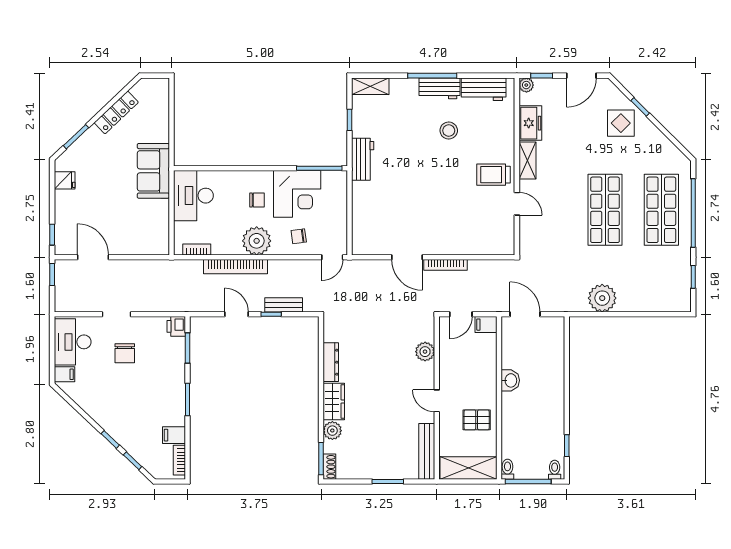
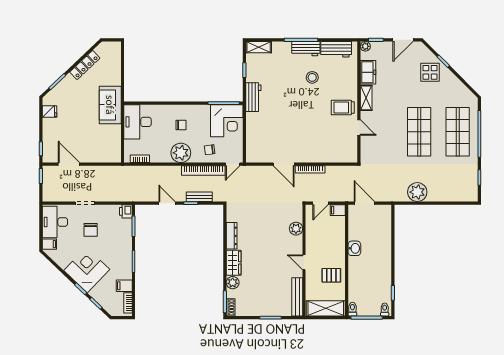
corner desk: (297, 194) -> (227, 121), moved
bookcase: (235, 267) -> (203, 170), moved
corner desk: (119, 412) -> (87, 270), added

